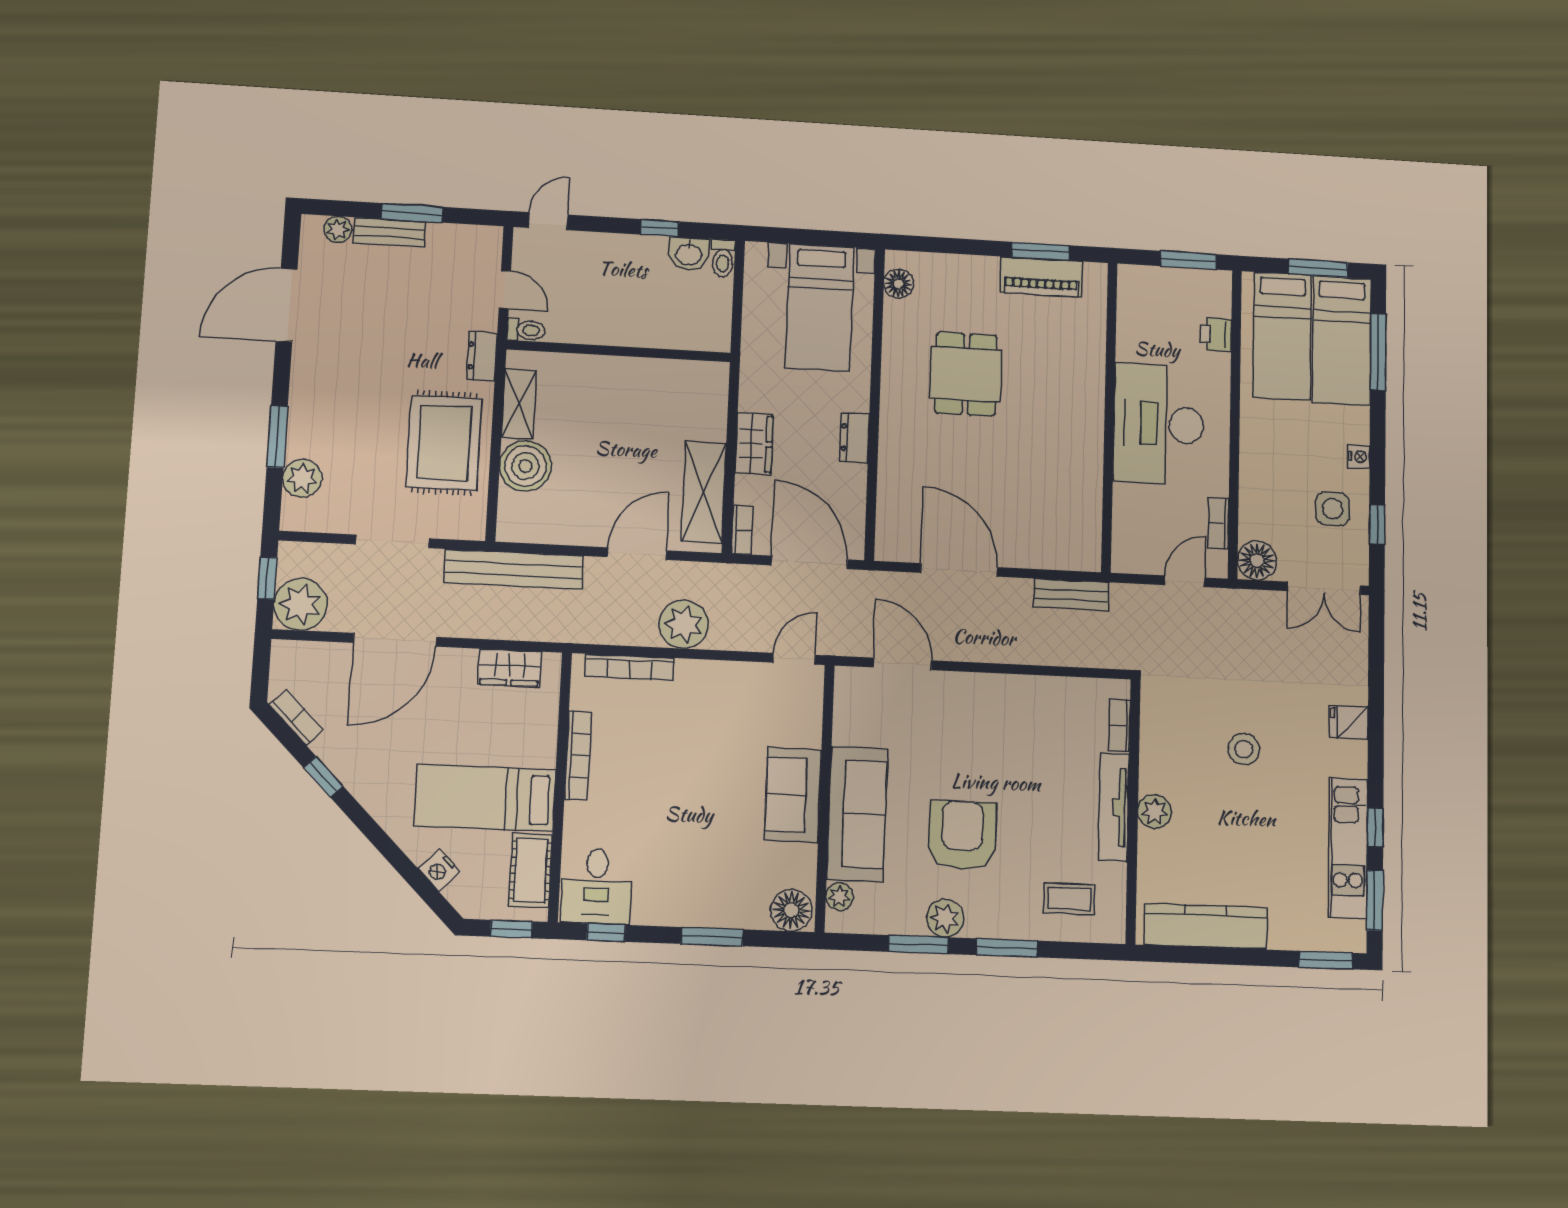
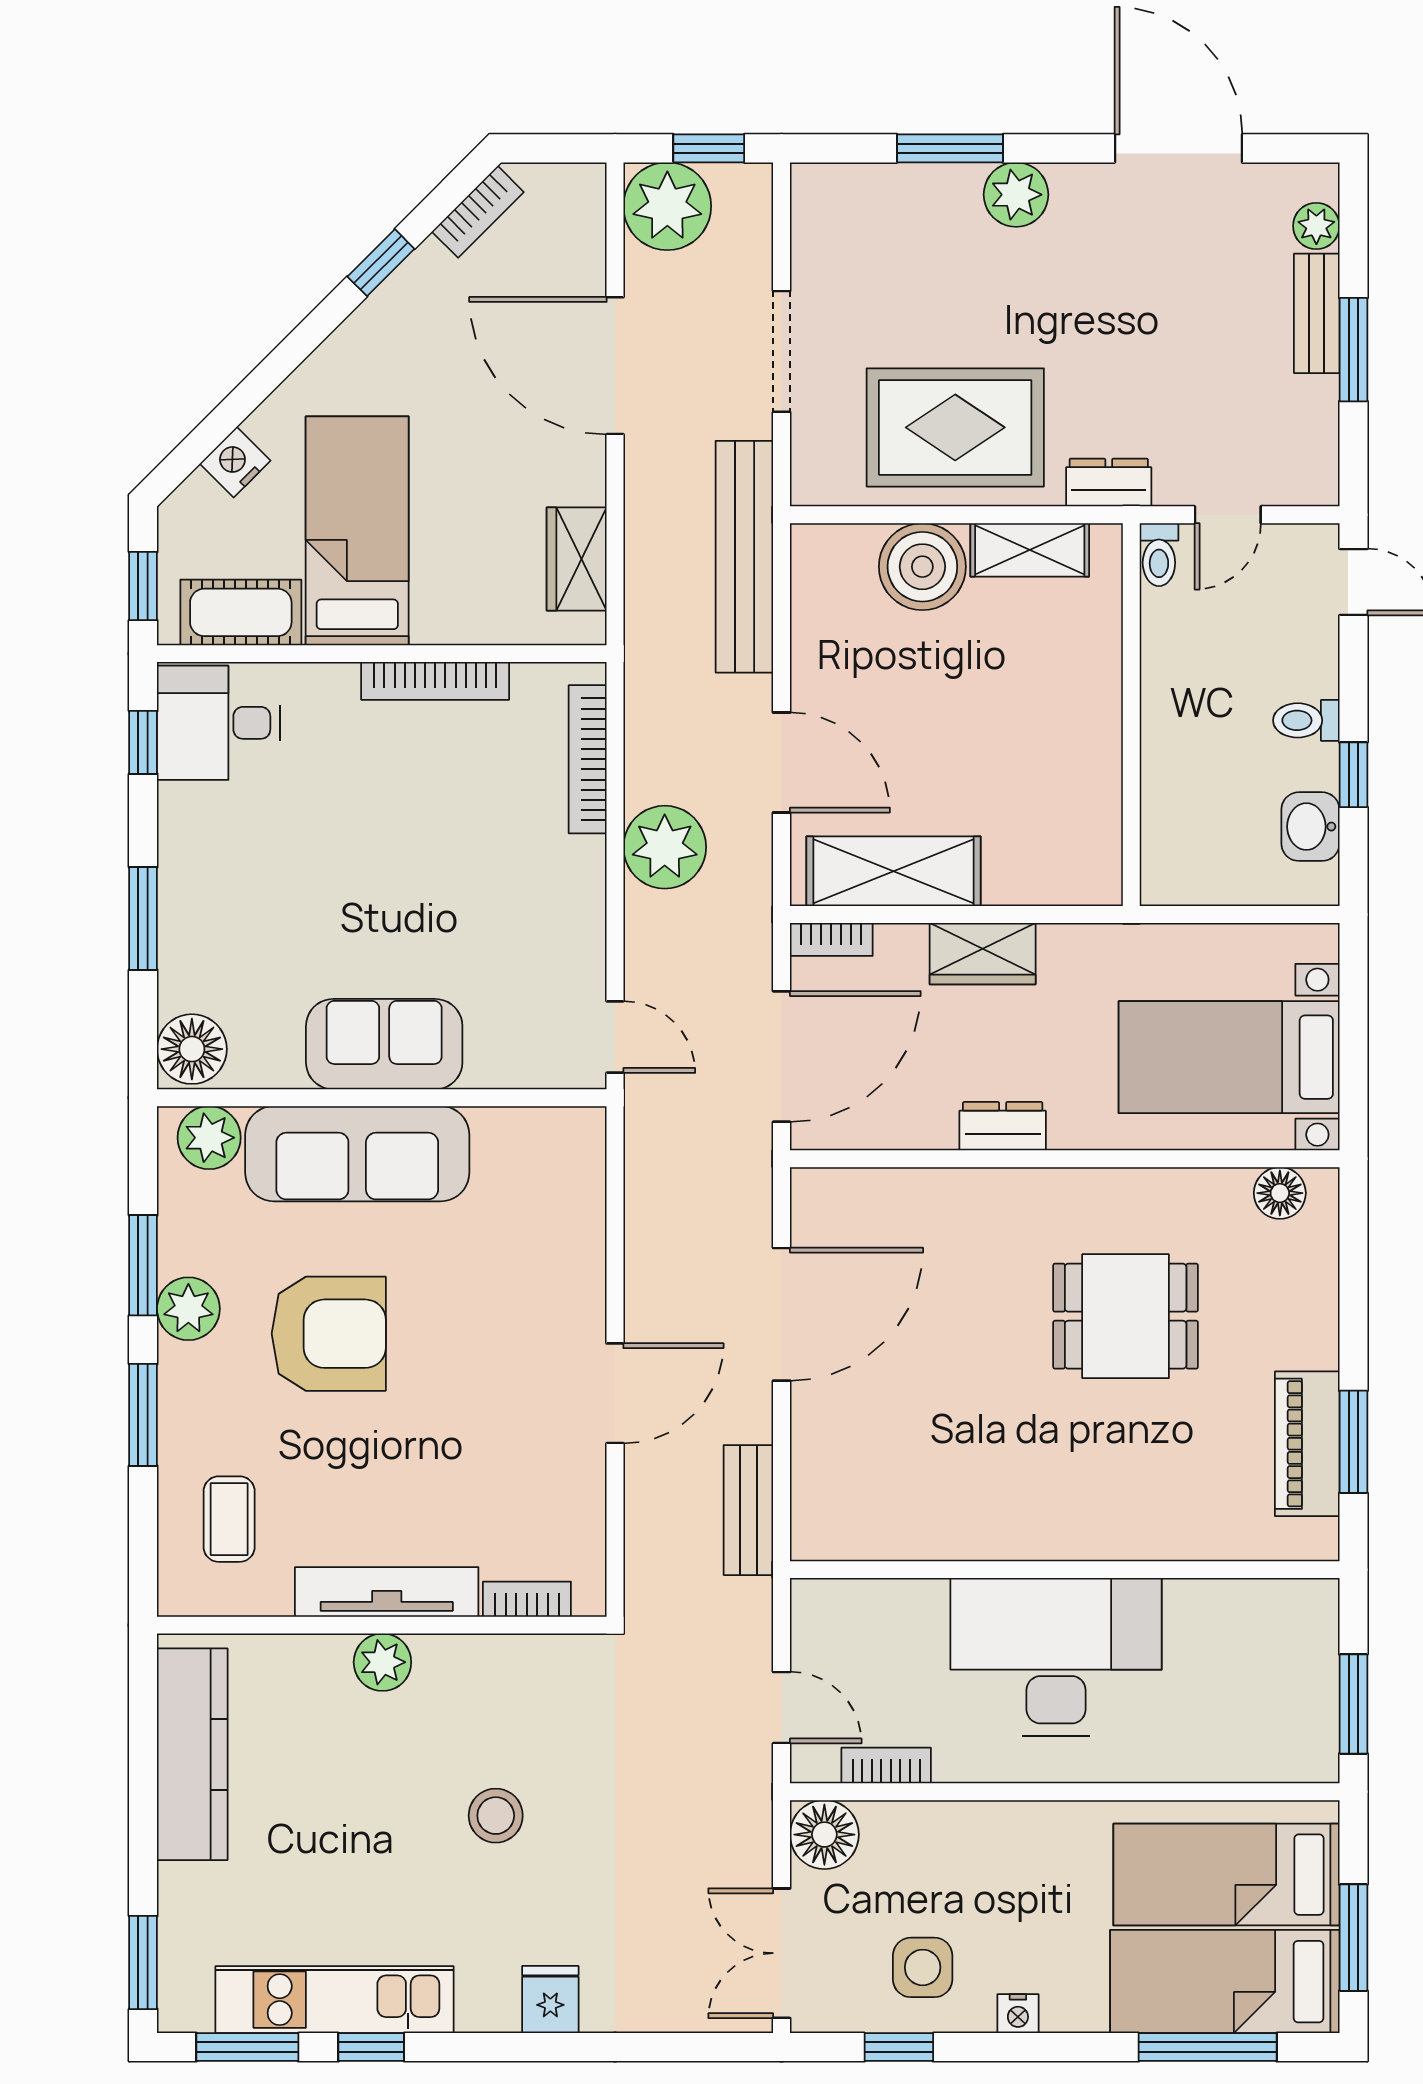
toilet: (723, 258) -> (1306, 720), moved
printer: (1216, 335) -> (1222, 1756), removed
plant: (302, 478) -> (1016, 195), moved
door: (903, 664) -> (615, 1393), moved
plant: (839, 897) -> (209, 1138), width x1.38, depth x1.38

